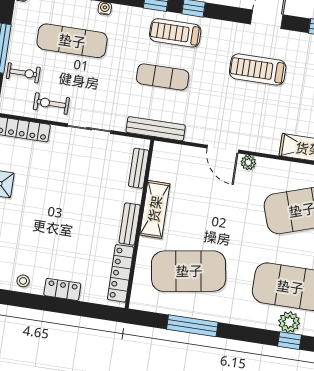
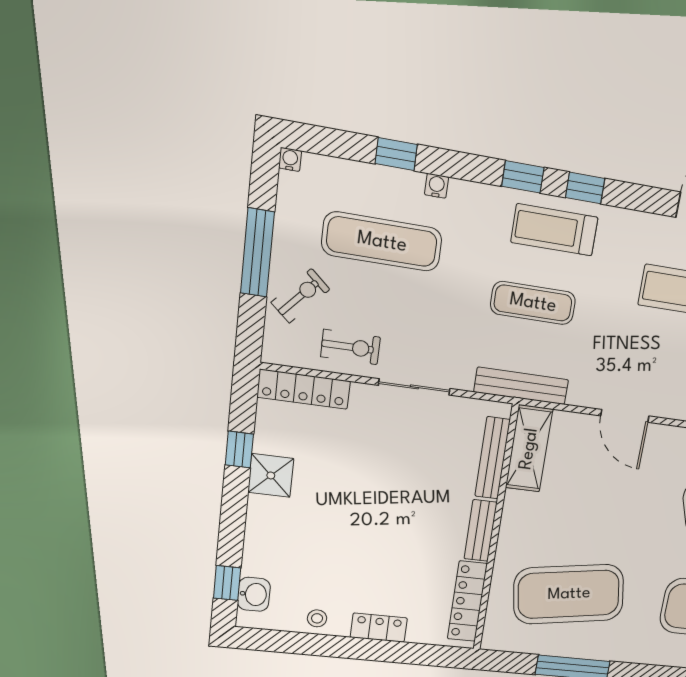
exercise bike: (23, 73) -> (300, 296), turned -48
exercise bike: (51, 104) -> (351, 347), turned 180
plant: (248, 162) -> (663, 436), removed
bench: (139, 168) -> (493, 458), width x1.36
shelving: (155, 209) -> (529, 449), moved

